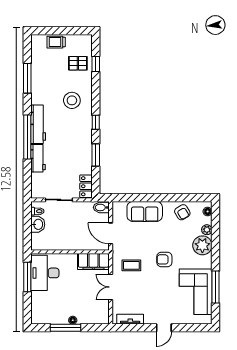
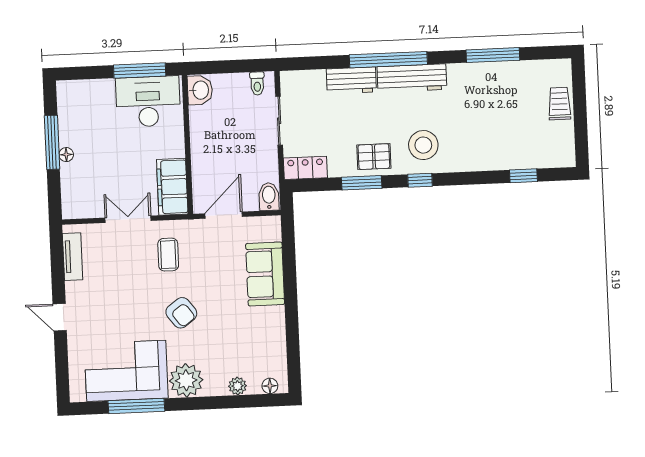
pallet: (78, 63) -> (374, 157), moved, turned 90
stool: (72, 100) -> (423, 145), moved
armchair: (182, 212) -> (267, 341), removed
washbasin: (38, 224) -> (200, 90), moved, turned -90
plant: (202, 245) -> (186, 380), moved
armchair: (164, 259) -> (181, 313), turned 143

